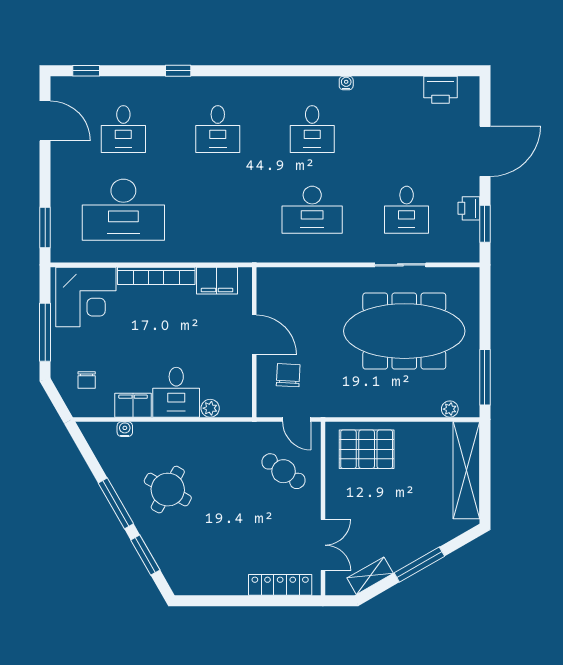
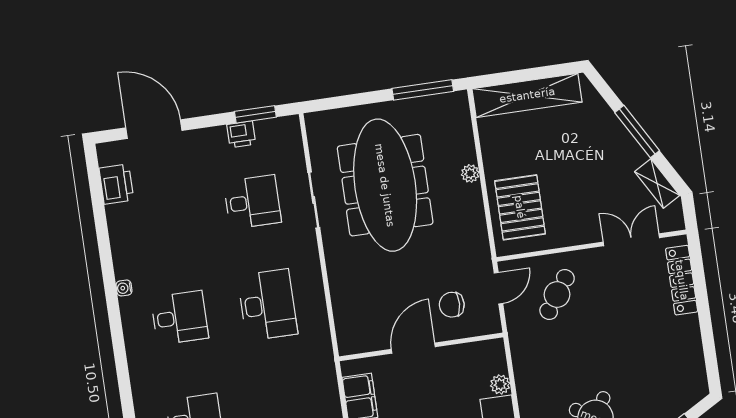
door: (485, 151) -> (154, 129), moved
plant: (450, 409) -> (470, 173), moved

